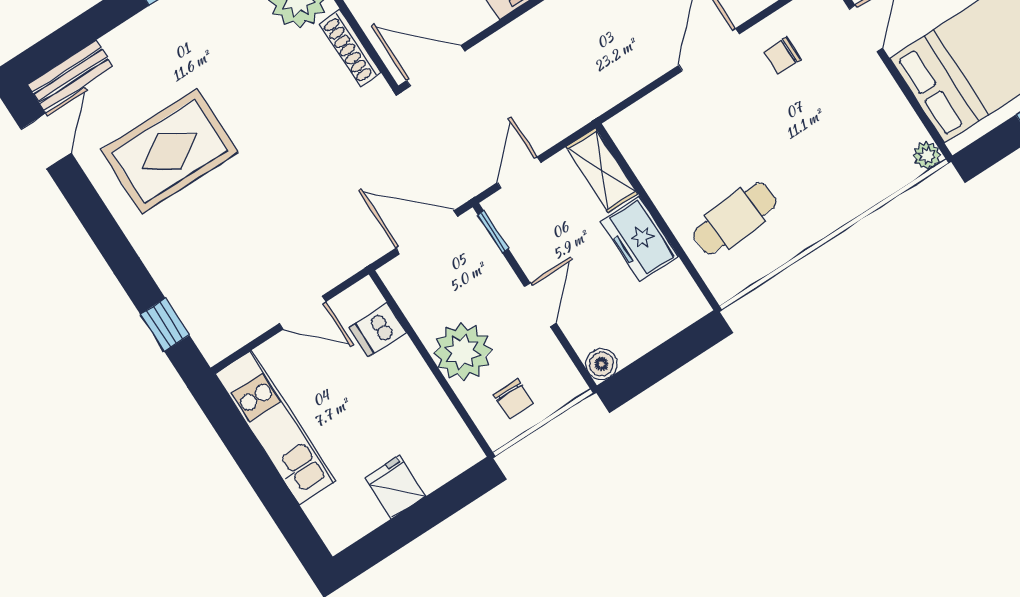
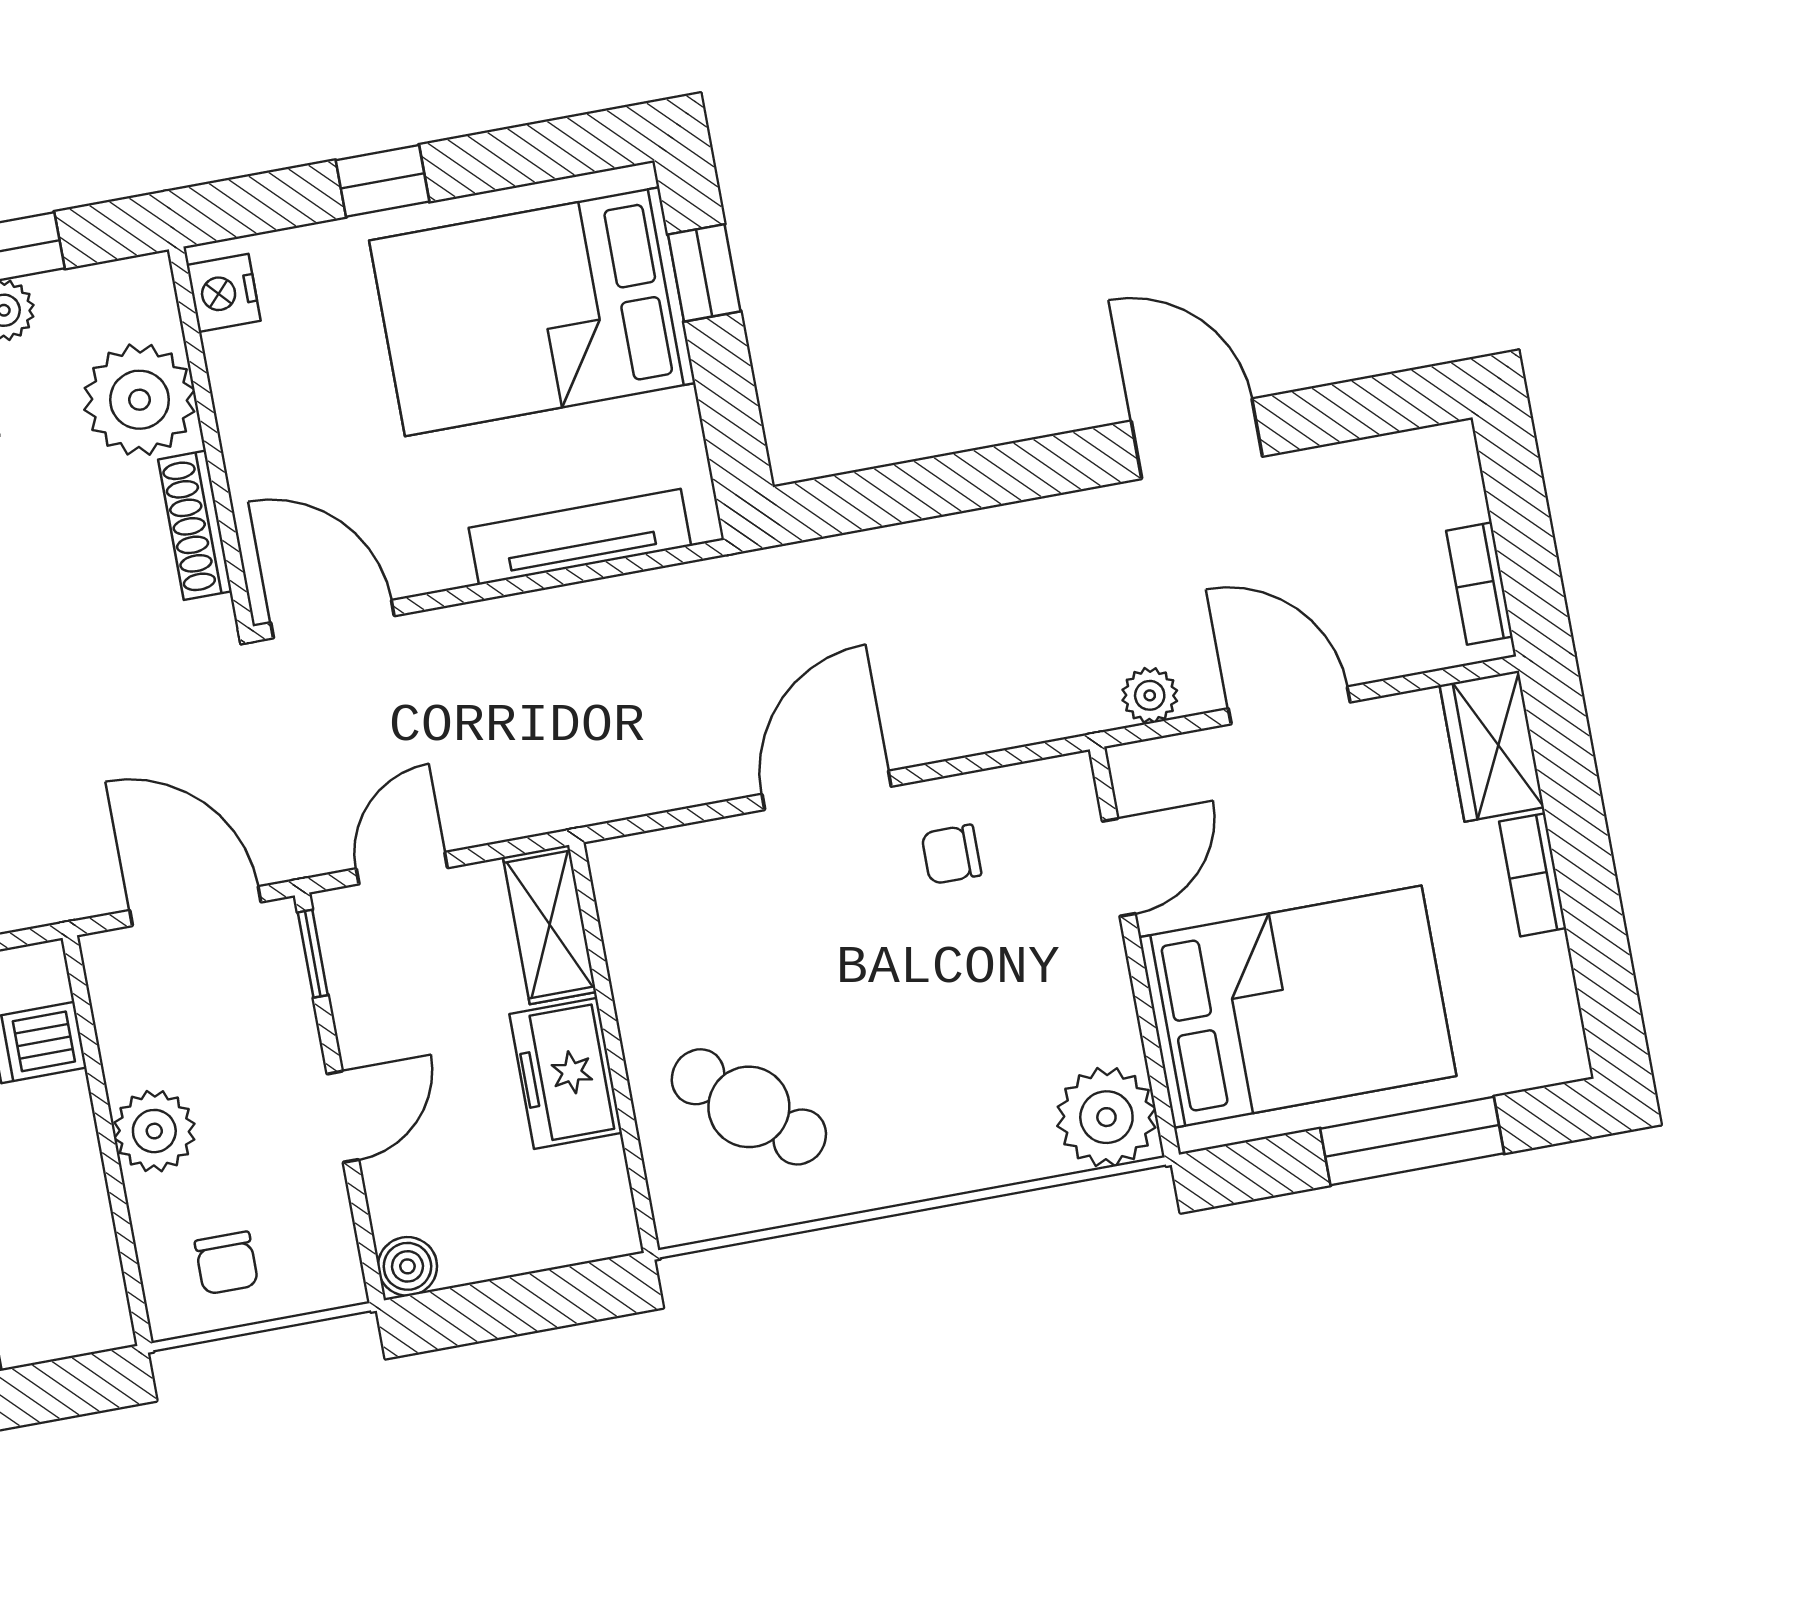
plant: (927, 155) -> (1106, 1117), width x1.88, depth x1.88
cafe table: (735, 219) -> (749, 1107), turned 45
plant: (463, 352) -> (154, 1131), width x0.73, depth x0.73

